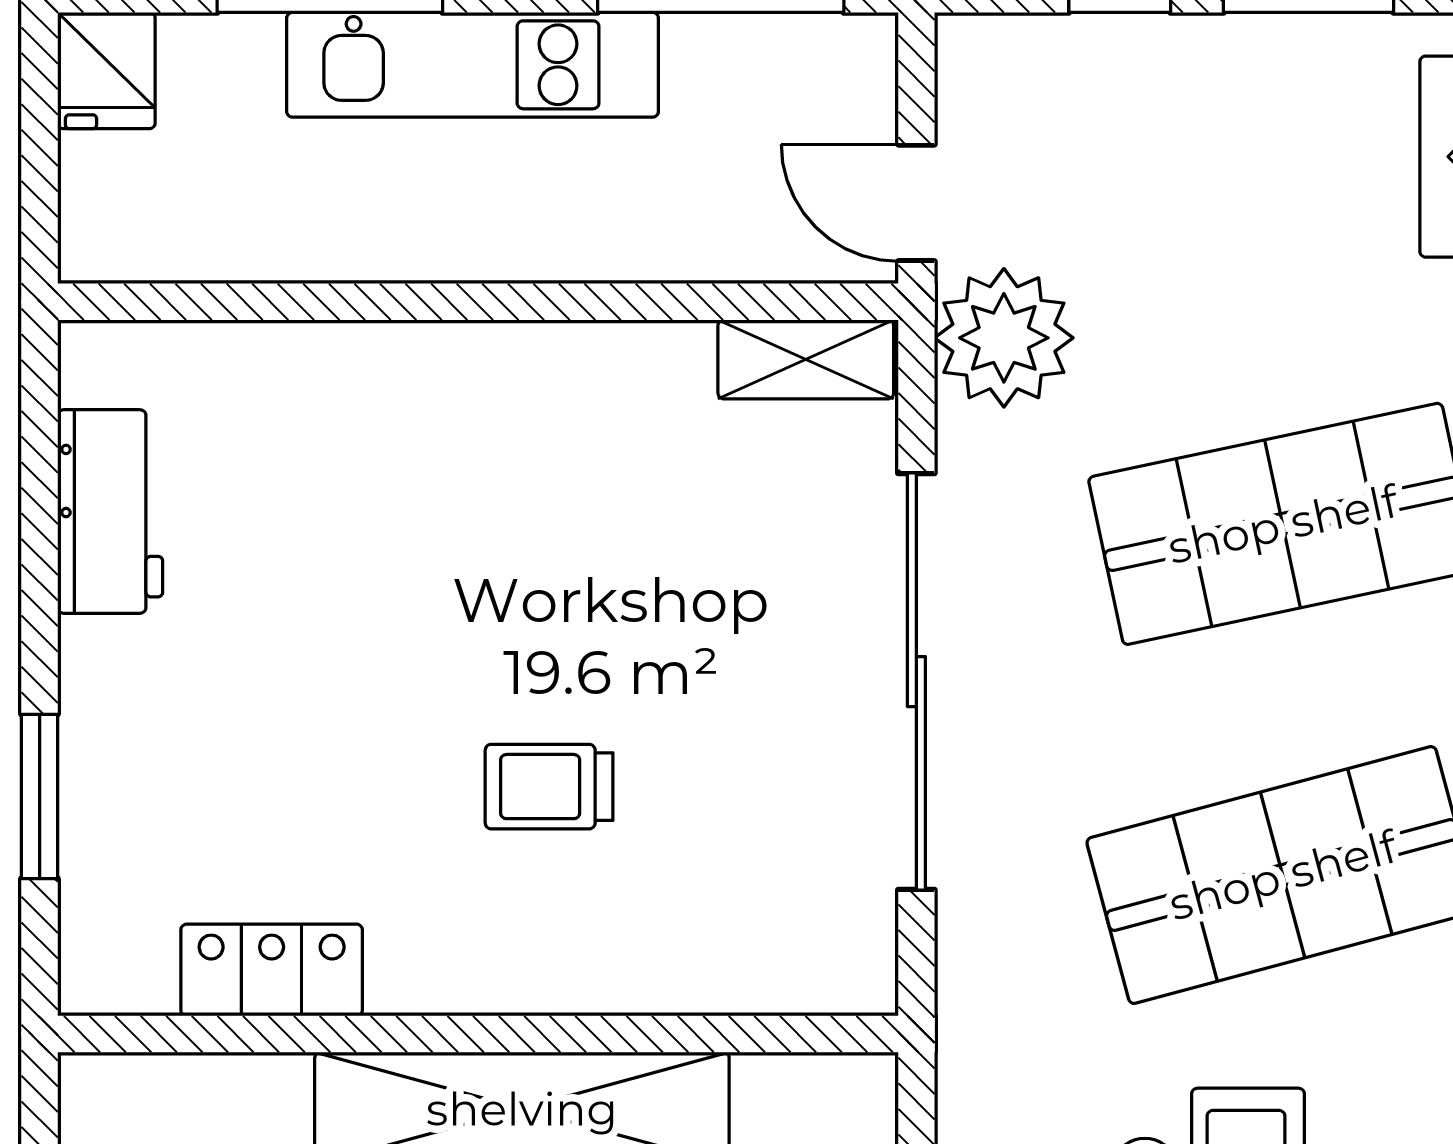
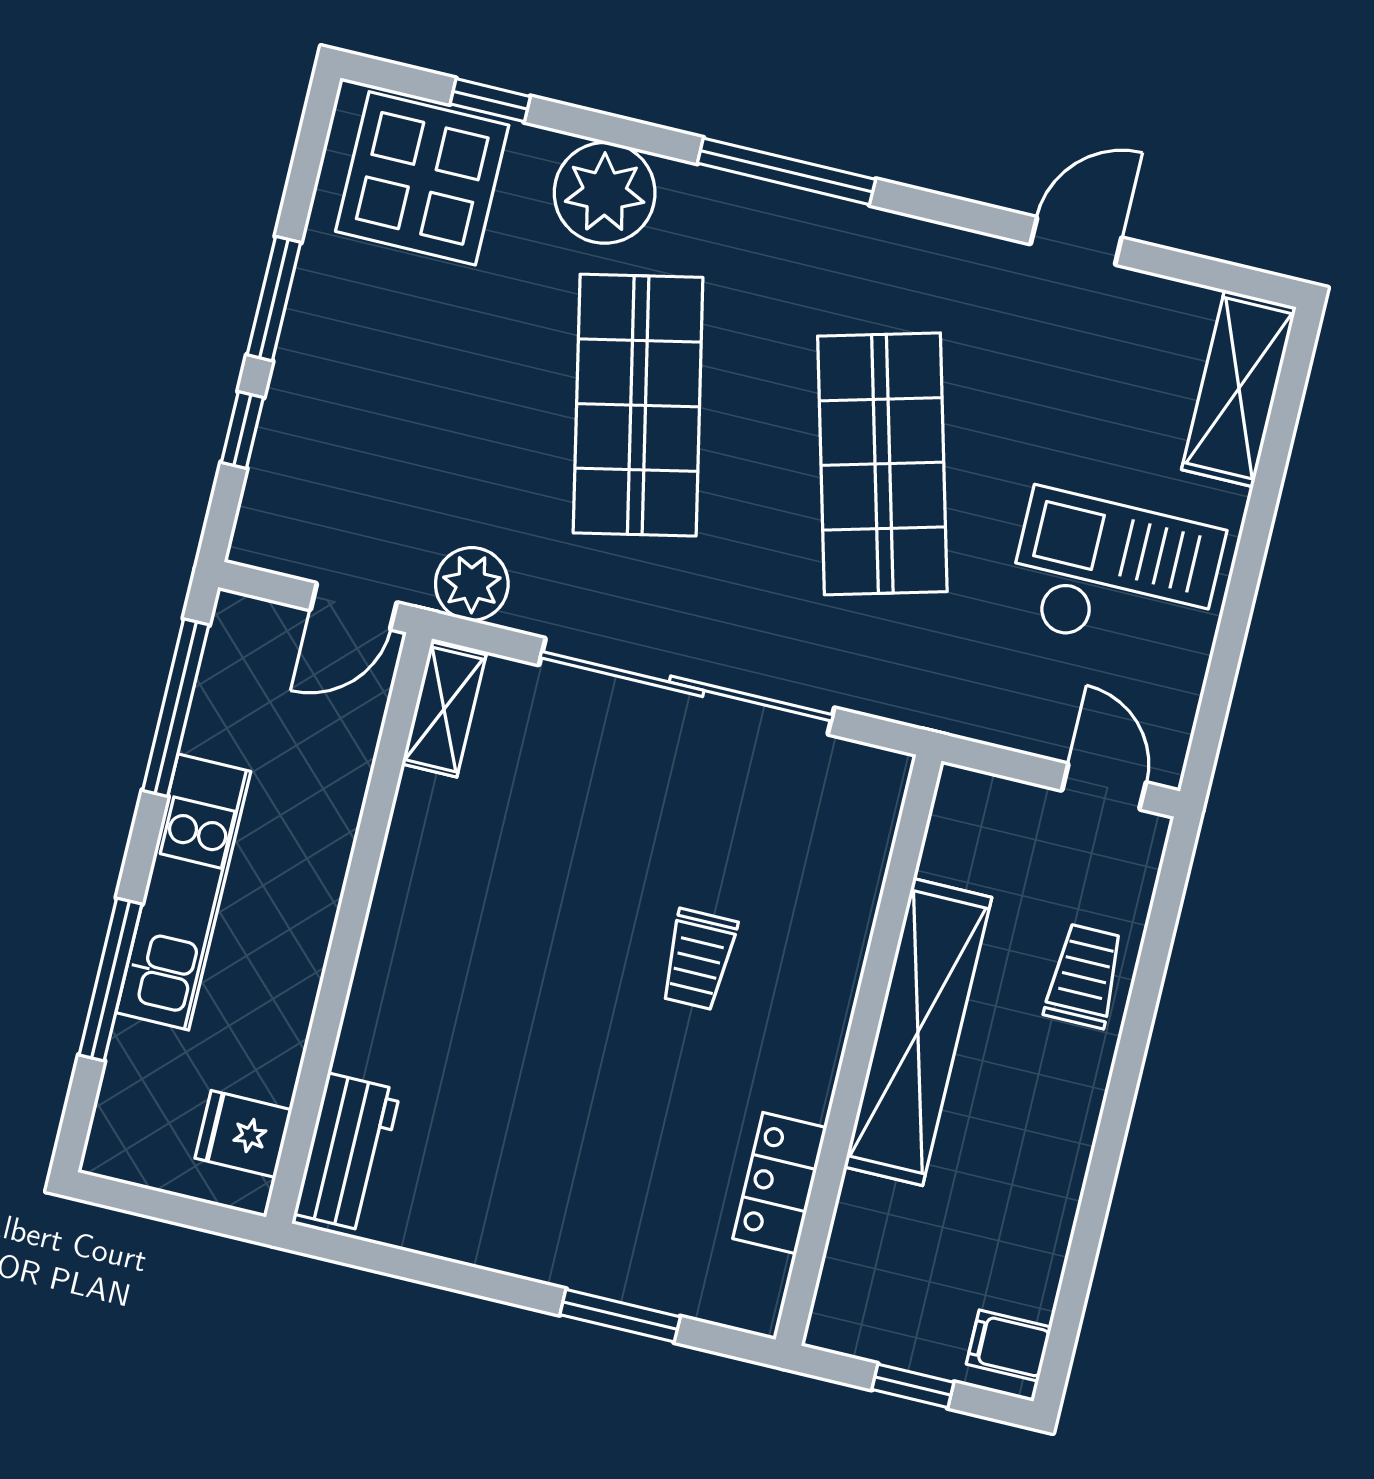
fridge: (106, 71) -> (243, 1134), moved, turned 180
plant: (1004, 338) -> (472, 584), width x0.73, depth x0.73
workbench: (110, 511) -> (347, 1152), moved, turned 90

